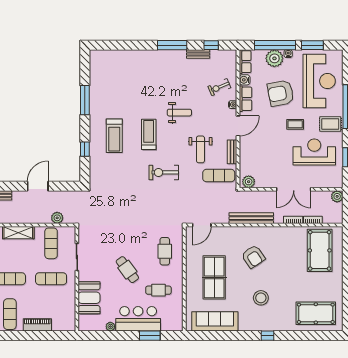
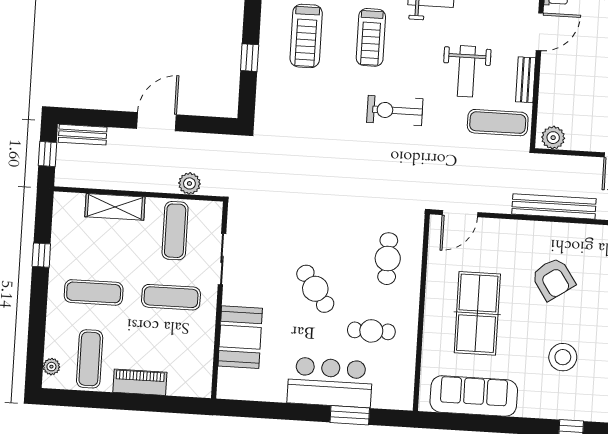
treadmill: (149, 134) -> (371, 37), turned 180
plant: (110, 327) -> (277, 394), removed

